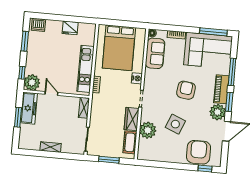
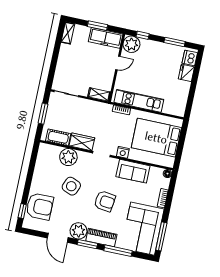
fridge: (70, 28) -> (186, 73), moved
sofa: (155, 53) -> (133, 171), moved
shelving: (51, 147) -> (68, 33), moved

